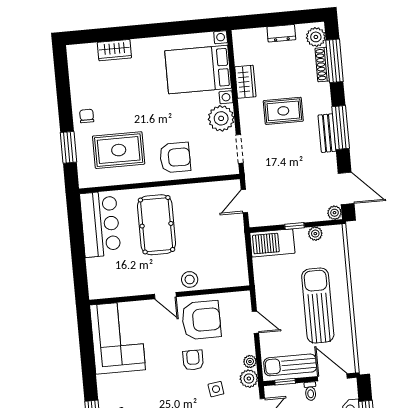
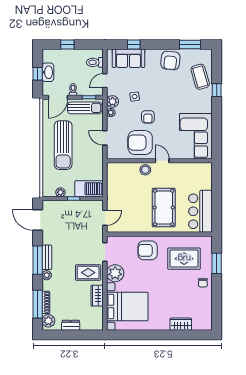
rug: (283, 111) -> (88, 273), moved
plant: (334, 213) -> (47, 275), moved
door: (332, 377) -> (58, 97), hinge flipped

